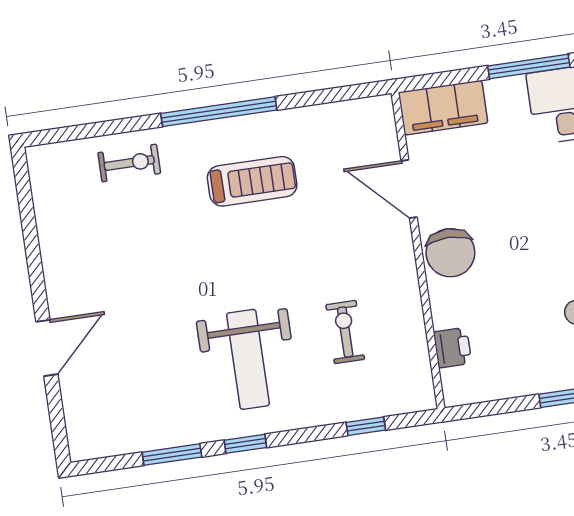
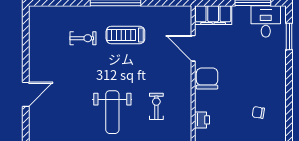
exercise bike: (129, 163) -> (83, 38), moved
treadmill: (252, 181) -> (125, 35), turned 180
chair: (450, 253) -> (207, 79), turned 180

